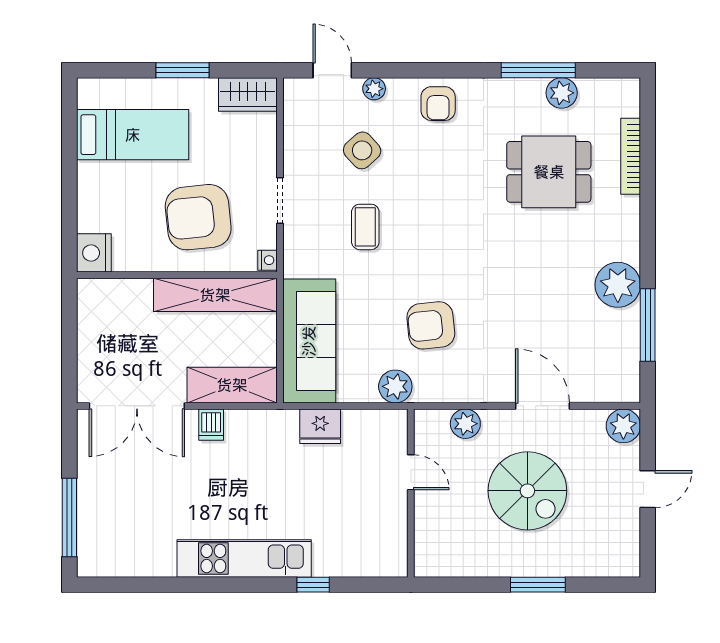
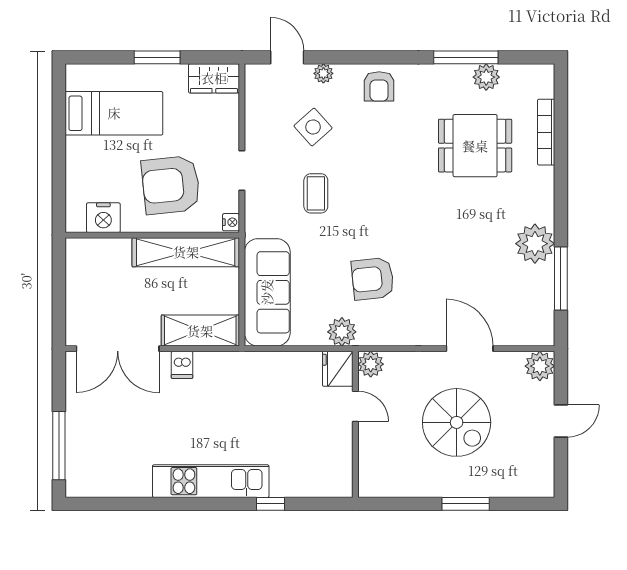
nightstand: (94, 253) -> (103, 218), moved, turned -90
plant: (465, 424) -> (371, 364), moved
fridge: (320, 426) -> (338, 369), moved, turned 90

